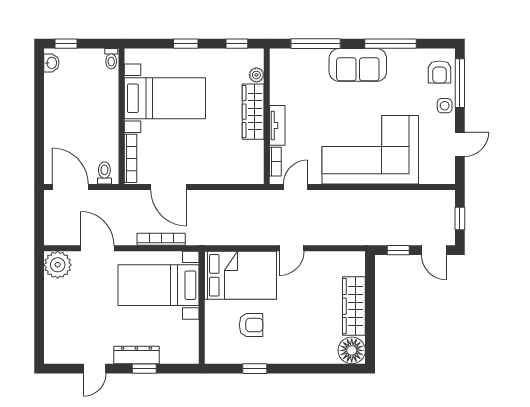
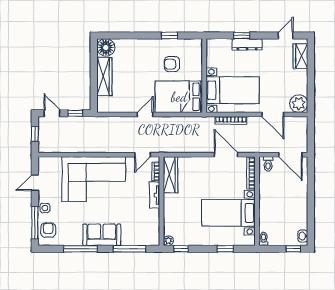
window: (186, 44) -> (225, 249), moved
plant: (256, 75) -> (168, 241), moved
wardrobe: (253, 112) -> (170, 175), moved
wardrobe: (55, 337) -> (300, 56), added
door: (95, 369) -> (286, 35), moved

